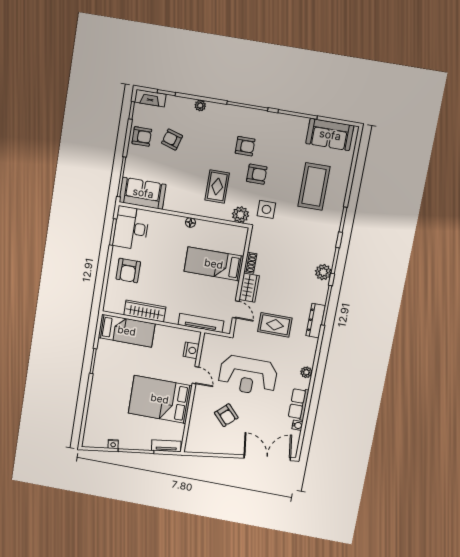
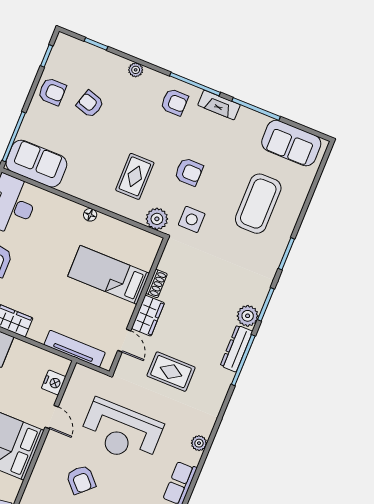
fireplace: (150, 98) -> (219, 105), moved
armchair: (245, 146) -> (174, 102), moved
dresser: (315, 321) -> (236, 349), moved

